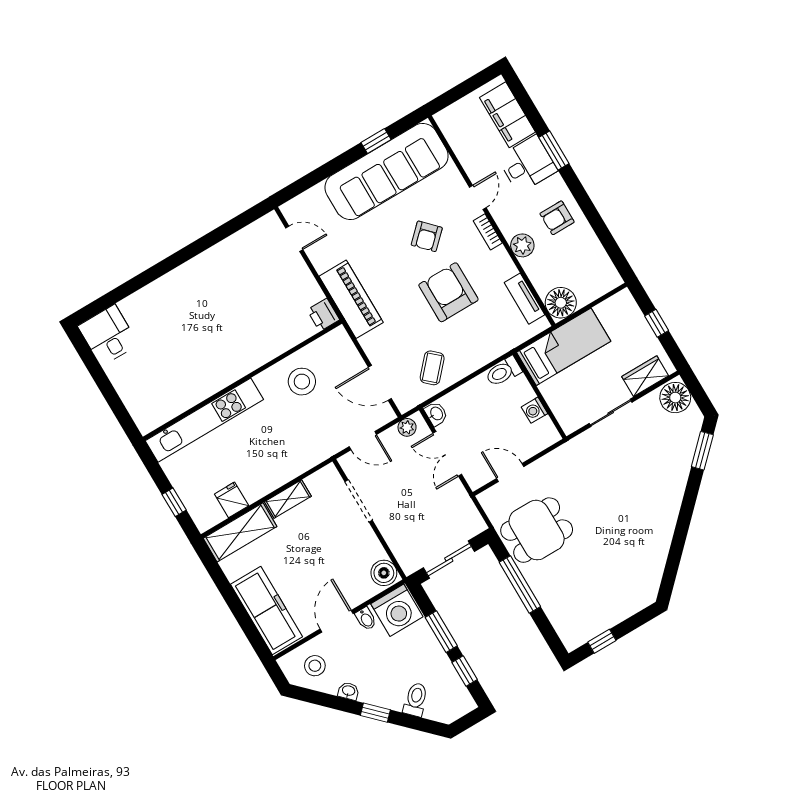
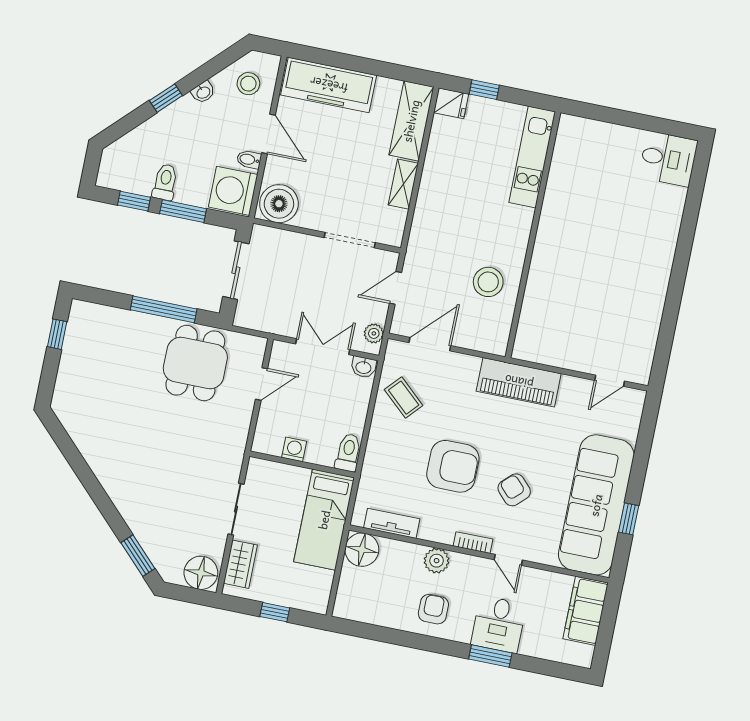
filing cabinet: (507, 115) -> (586, 611), moved, turned -90
printer: (323, 315) -> (527, 348), removed
kitchen unit: (204, 420) -> (532, 157), width x0.73
fridge: (232, 500) -> (451, 103), moved
boiler: (384, 573) -> (279, 204), width x1.37, depth x1.37
toilet: (416, 700) -> (165, 182), moved, turned -135

